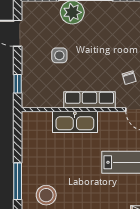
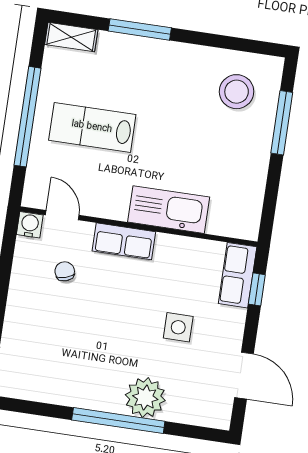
row of seats: (30, 90) -> (238, 275), added
row of seats: (90, 100) -> (124, 241), width x0.68

